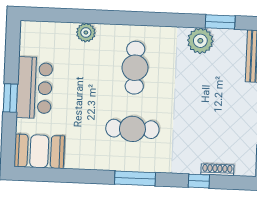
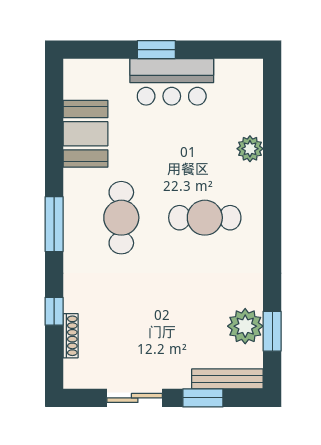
plant: (200, 41) -> (245, 326), moved
booth: (39, 151) -> (85, 134), moved

